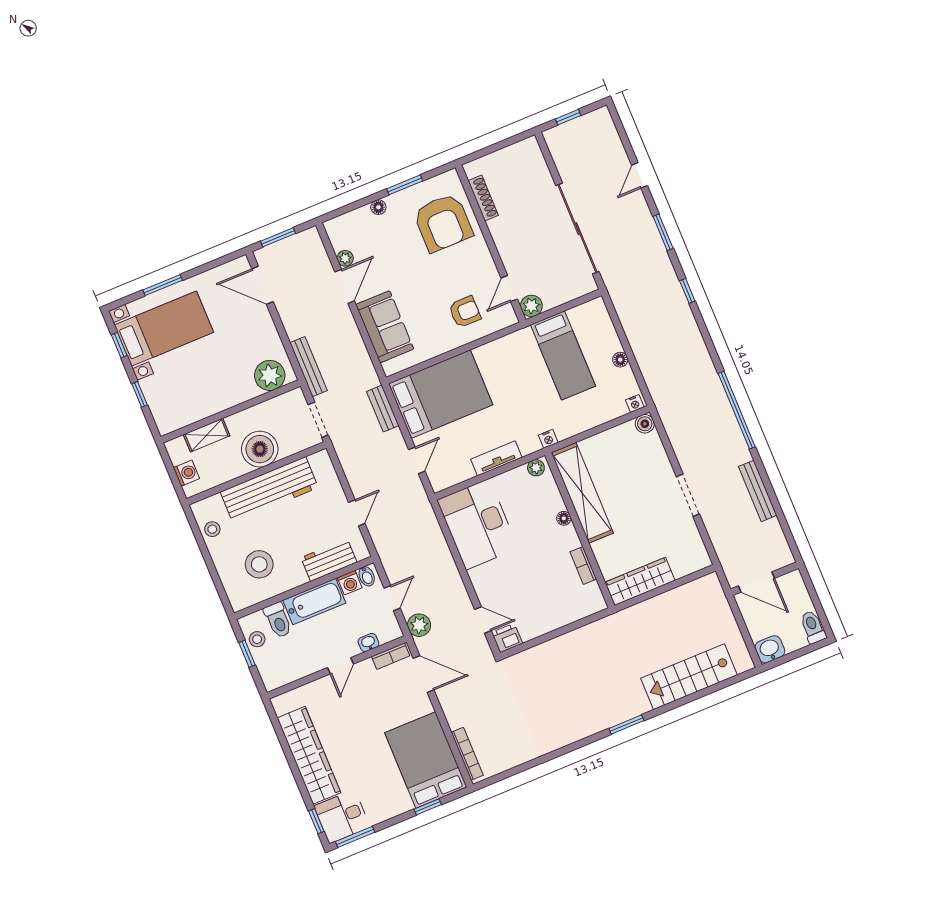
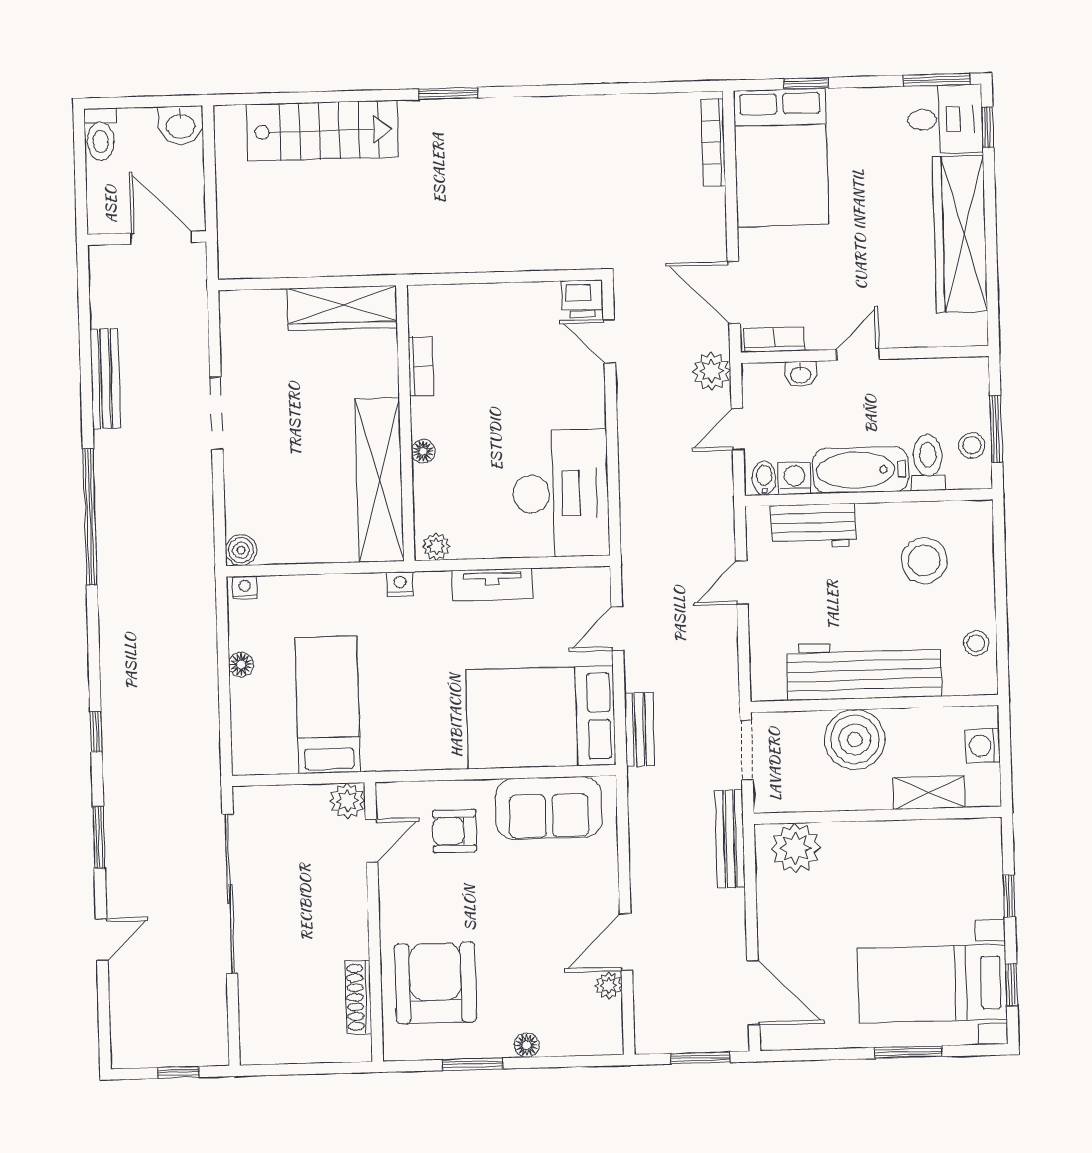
sofa: (385, 327) -> (549, 808), moved, turned -90
window: (247, 654) -> (996, 429), width x1.50

